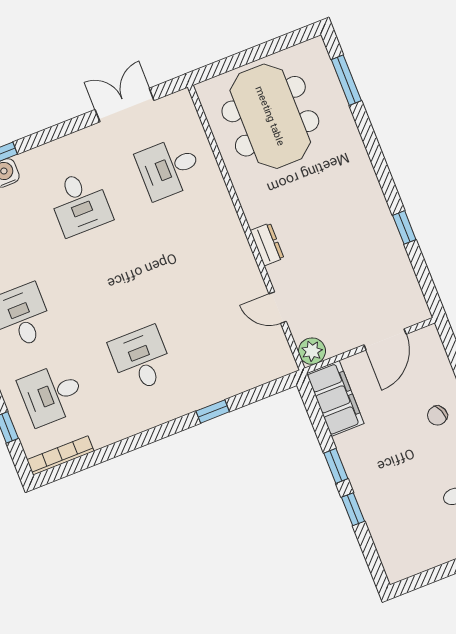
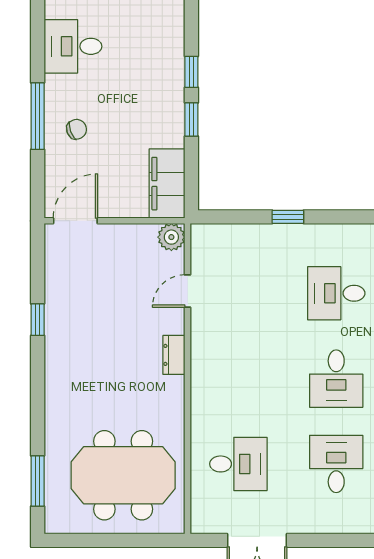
meeting table: (270, 116) -> (123, 475), turned 90
desk: (110, 281) -> (336, 379), added
door: (278, 308) -> (188, 291), swing flipped
door: (385, 339) -> (75, 221), moved
desk: (141, 359) -> (336, 293), turned 90

